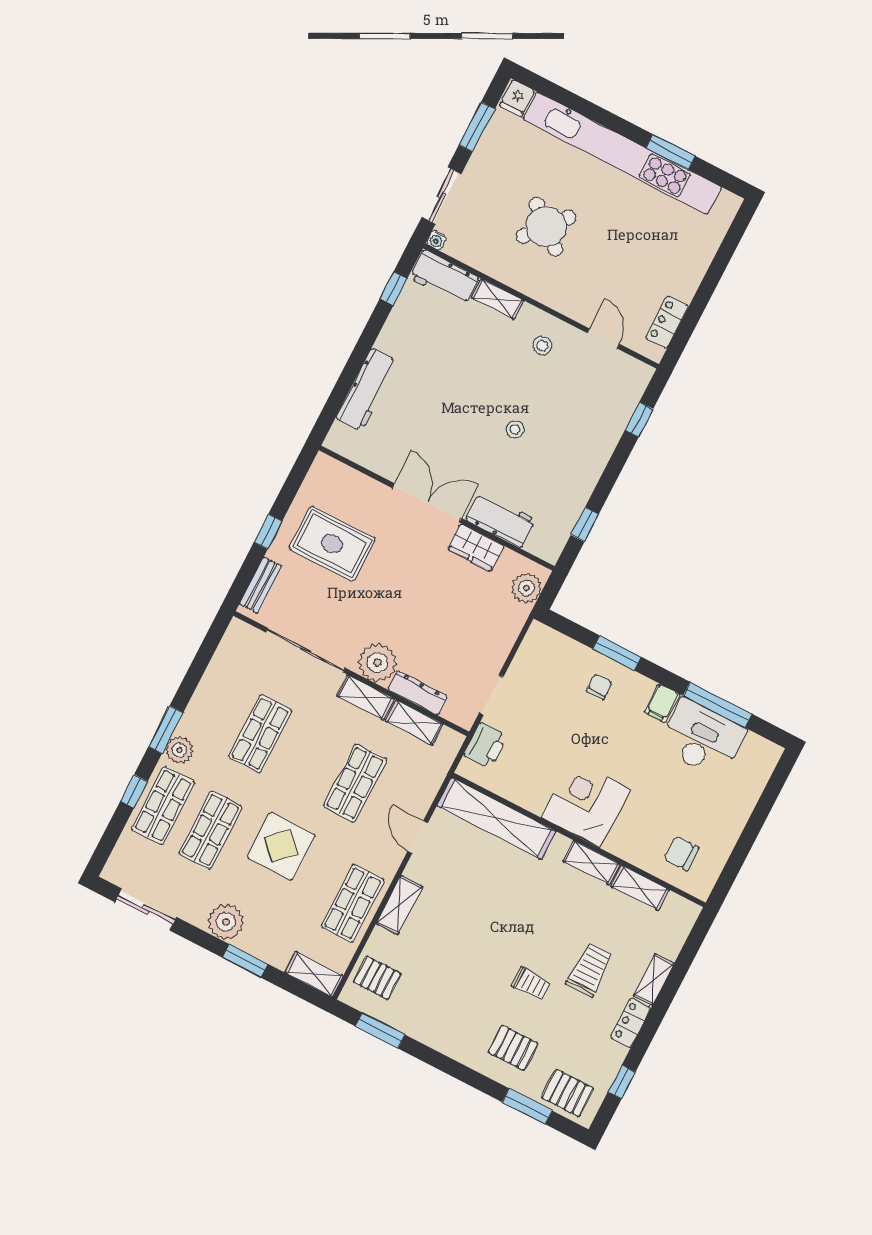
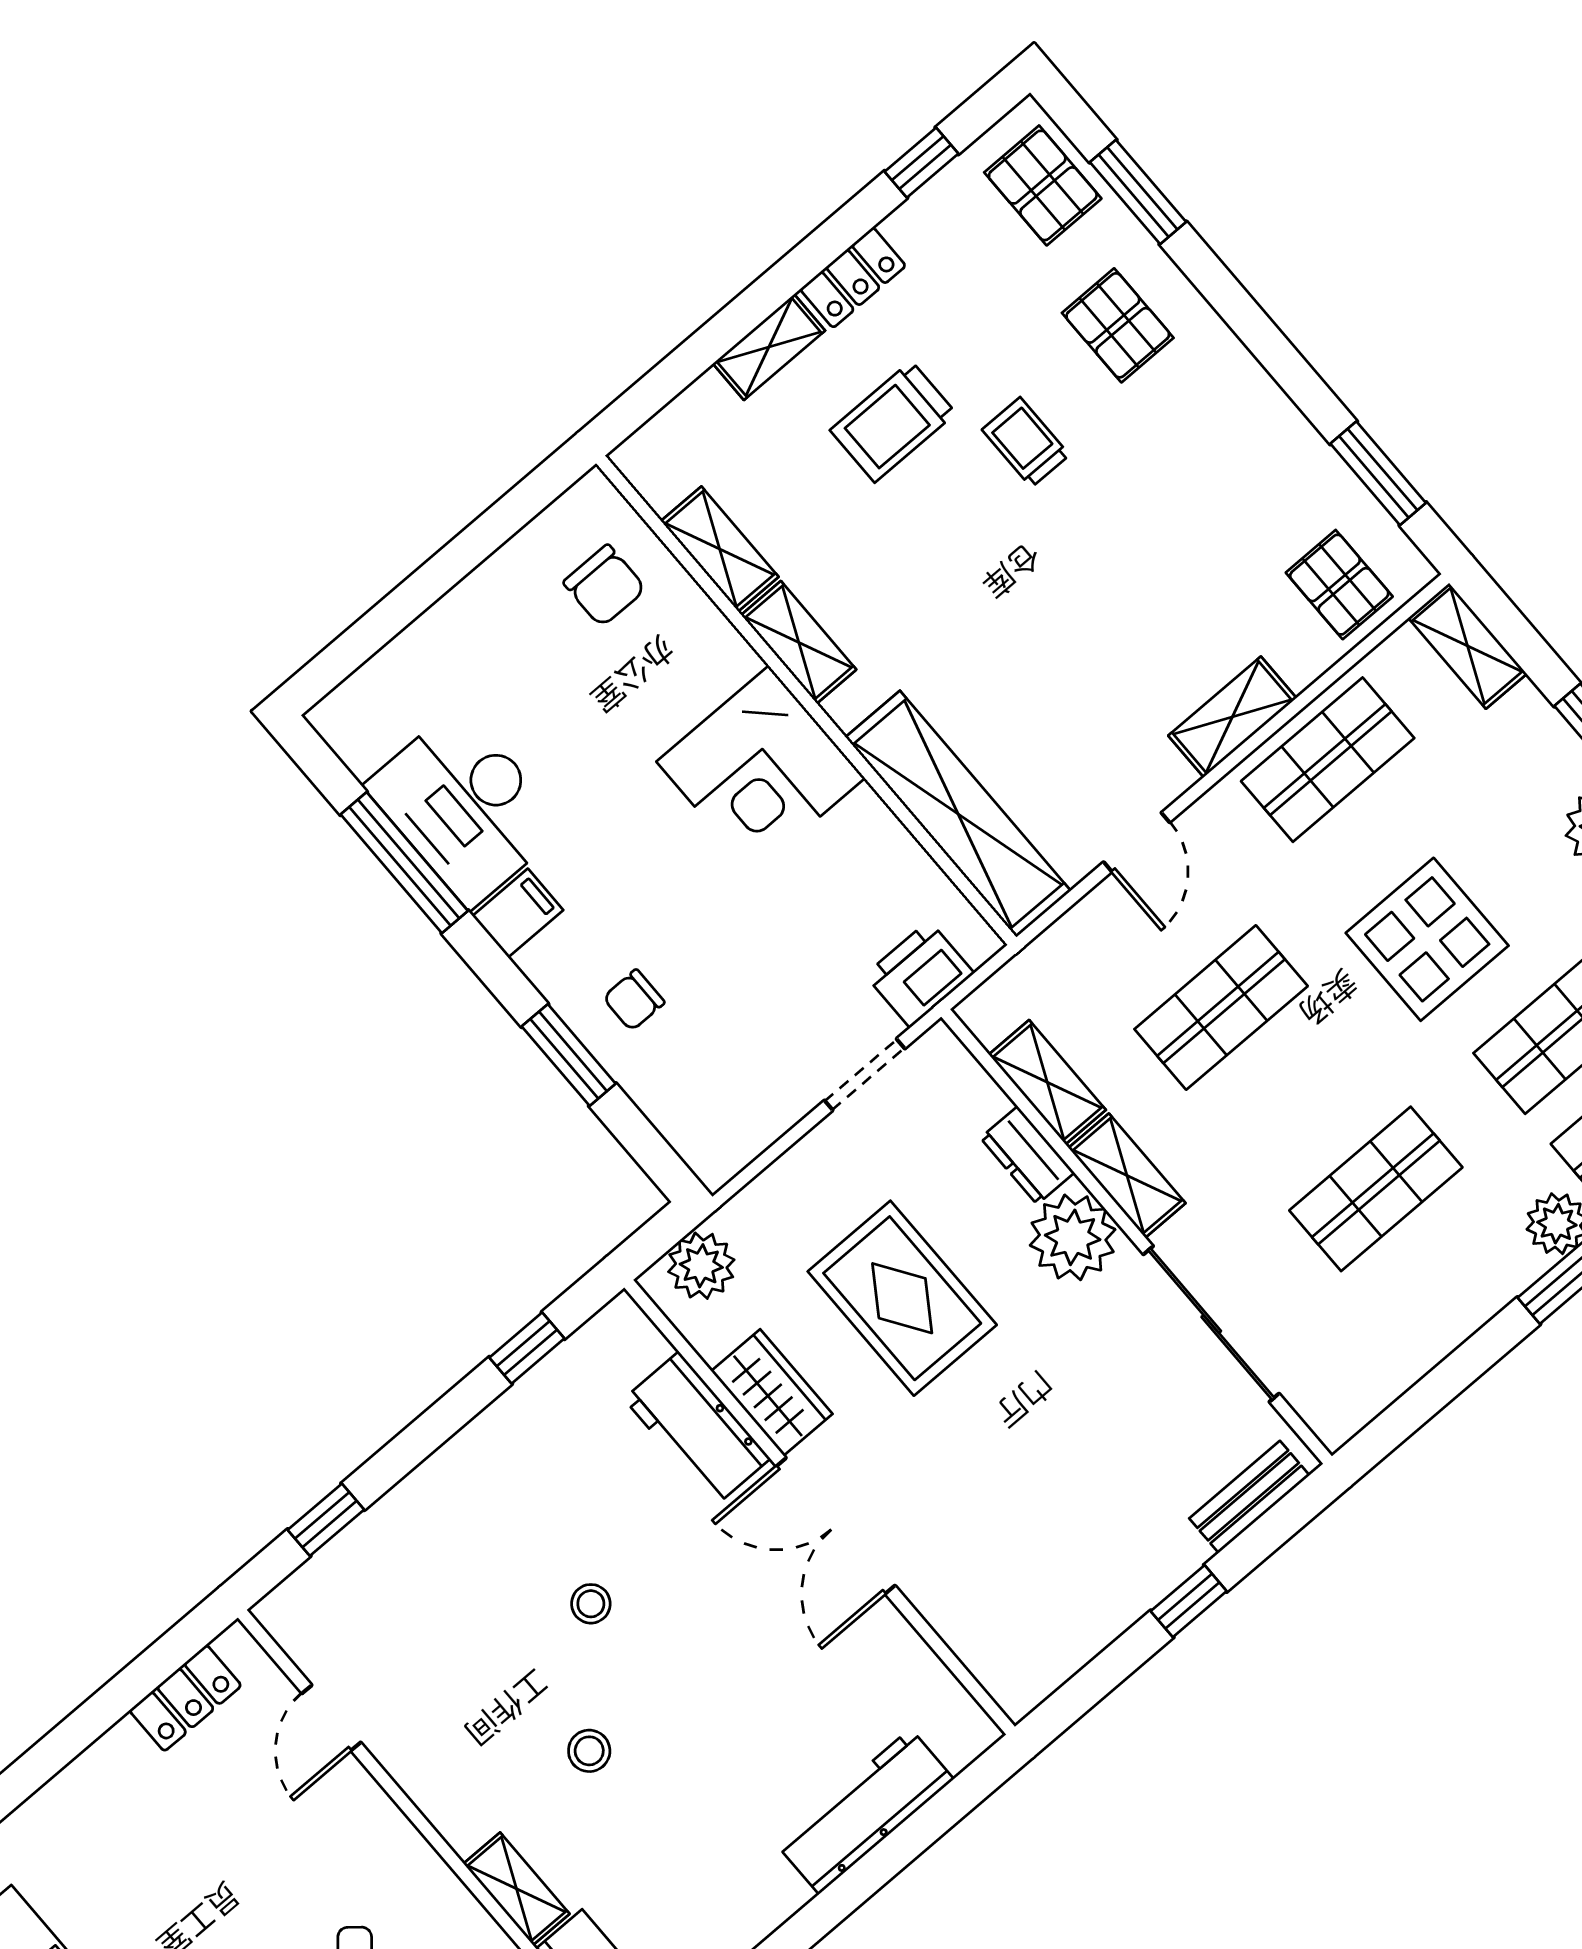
stool: (542, 346) -> (589, 1751), moved
rug: (332, 544) -> (902, 1298), moved
dresser: (418, 693) -> (1027, 1155), width x0.70

